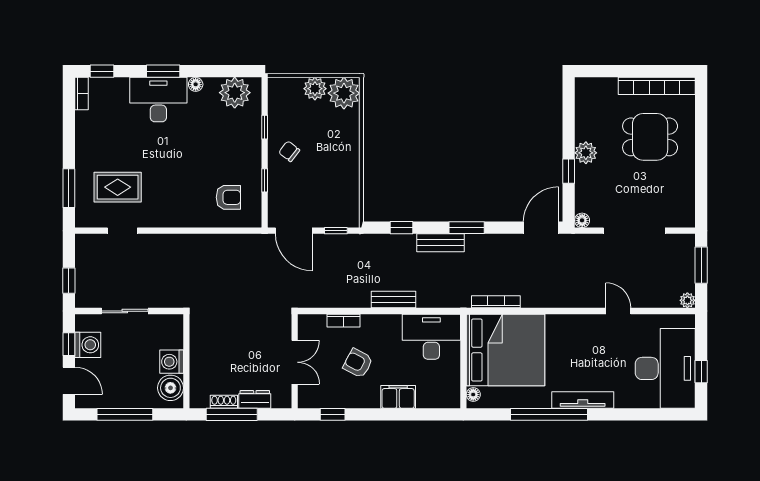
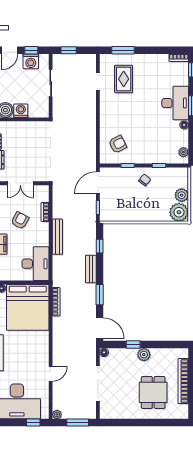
bookcase: (657, 86) -> (183, 381), moved
plant: (235, 93) -> (183, 152), width x0.53, depth x0.53
armchair: (228, 197) -> (118, 144), turned -117
window: (467, 228) -> (100, 295), moved
bench: (394, 300) -> (57, 237), width x1.36
window: (701, 372) -> (33, 423), moved

